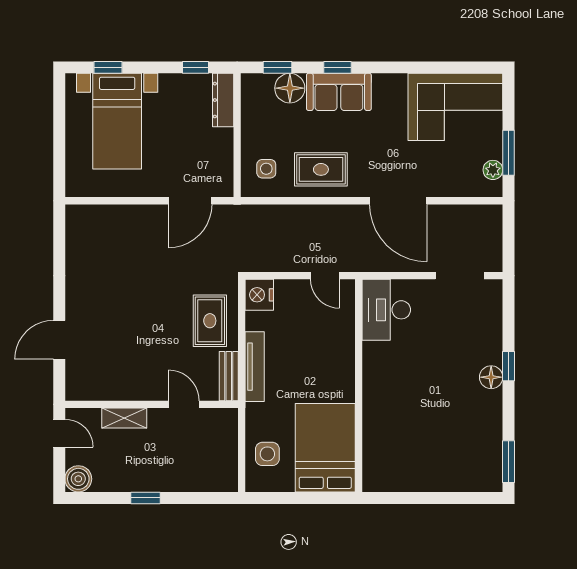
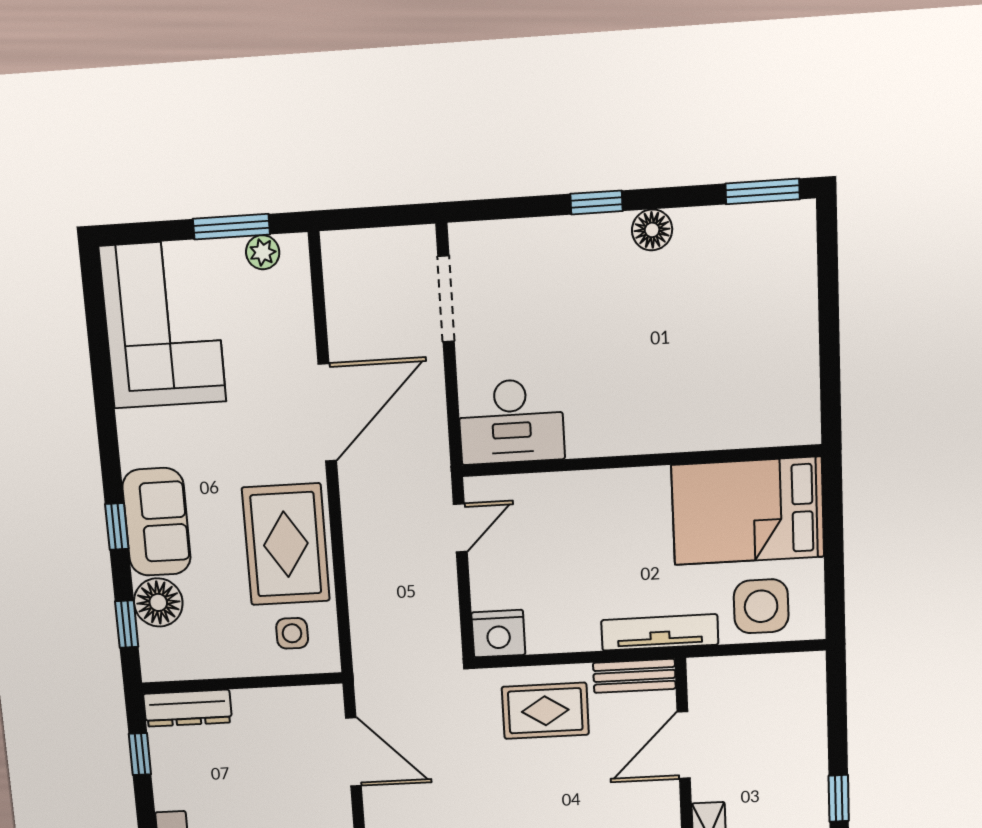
rug: (321, 169) -> (286, 544), width x1.36, depth x1.43
tv unit: (255, 367) -> (660, 632), moved
floor lamp: (491, 377) -> (652, 230), moved
door: (184, 404) -> (684, 745), width x1.38
side table: (267, 454) -> (761, 606), width x1.37, depth x1.37

